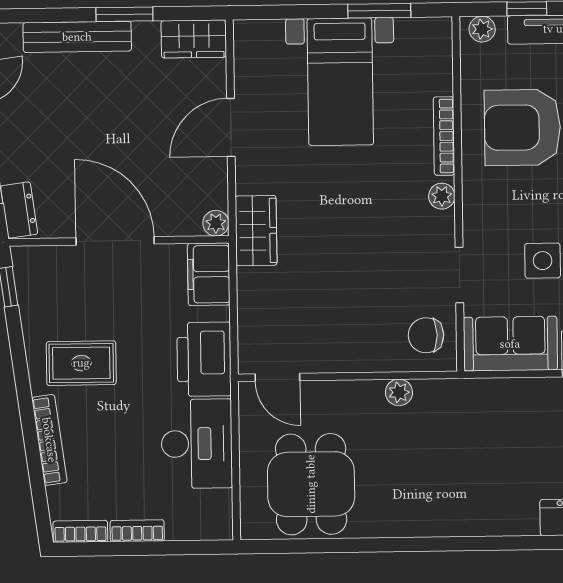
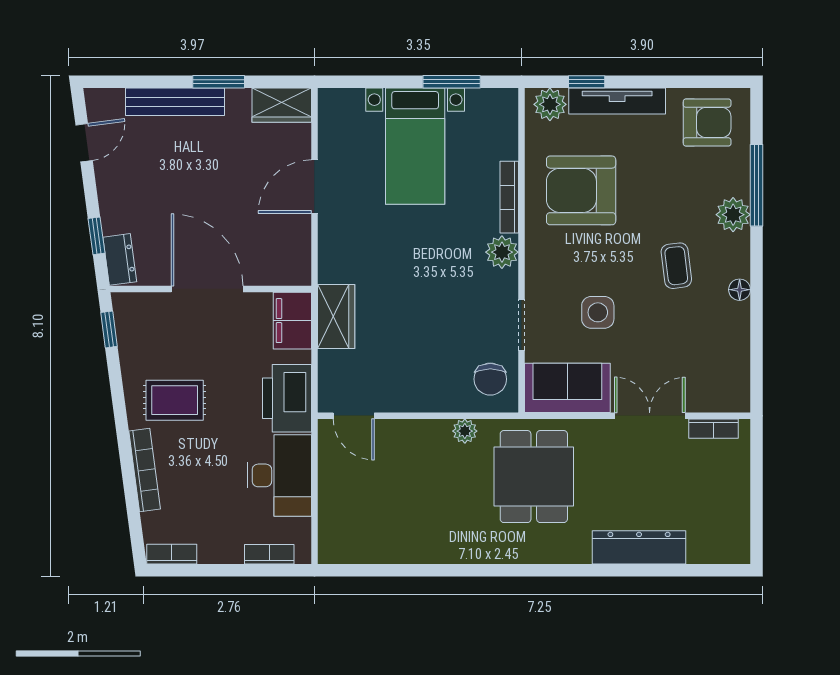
plant: (482, 29) -> (550, 104), width x1.38, depth x1.38
plant: (442, 196) -> (502, 252), width x1.38, depth x1.38
plant: (216, 223) -> (299, 274), removed
wardrobe: (256, 231) -> (336, 316), moved
chair: (426, 335) -> (490, 379), turned -90
dining table: (311, 484) -> (534, 477), moved
bookcase: (137, 531) -> (269, 554), moved

